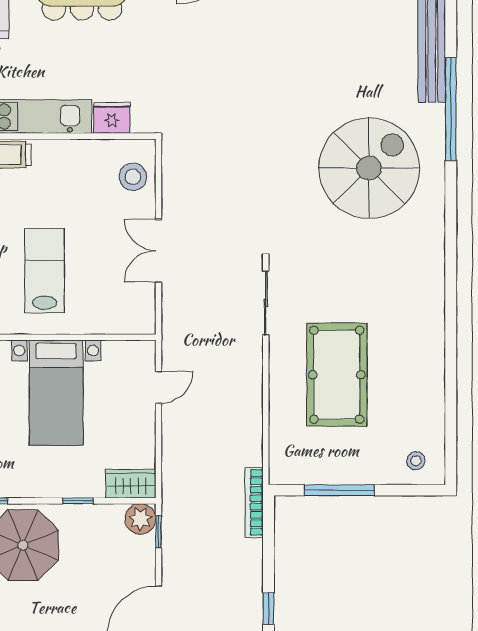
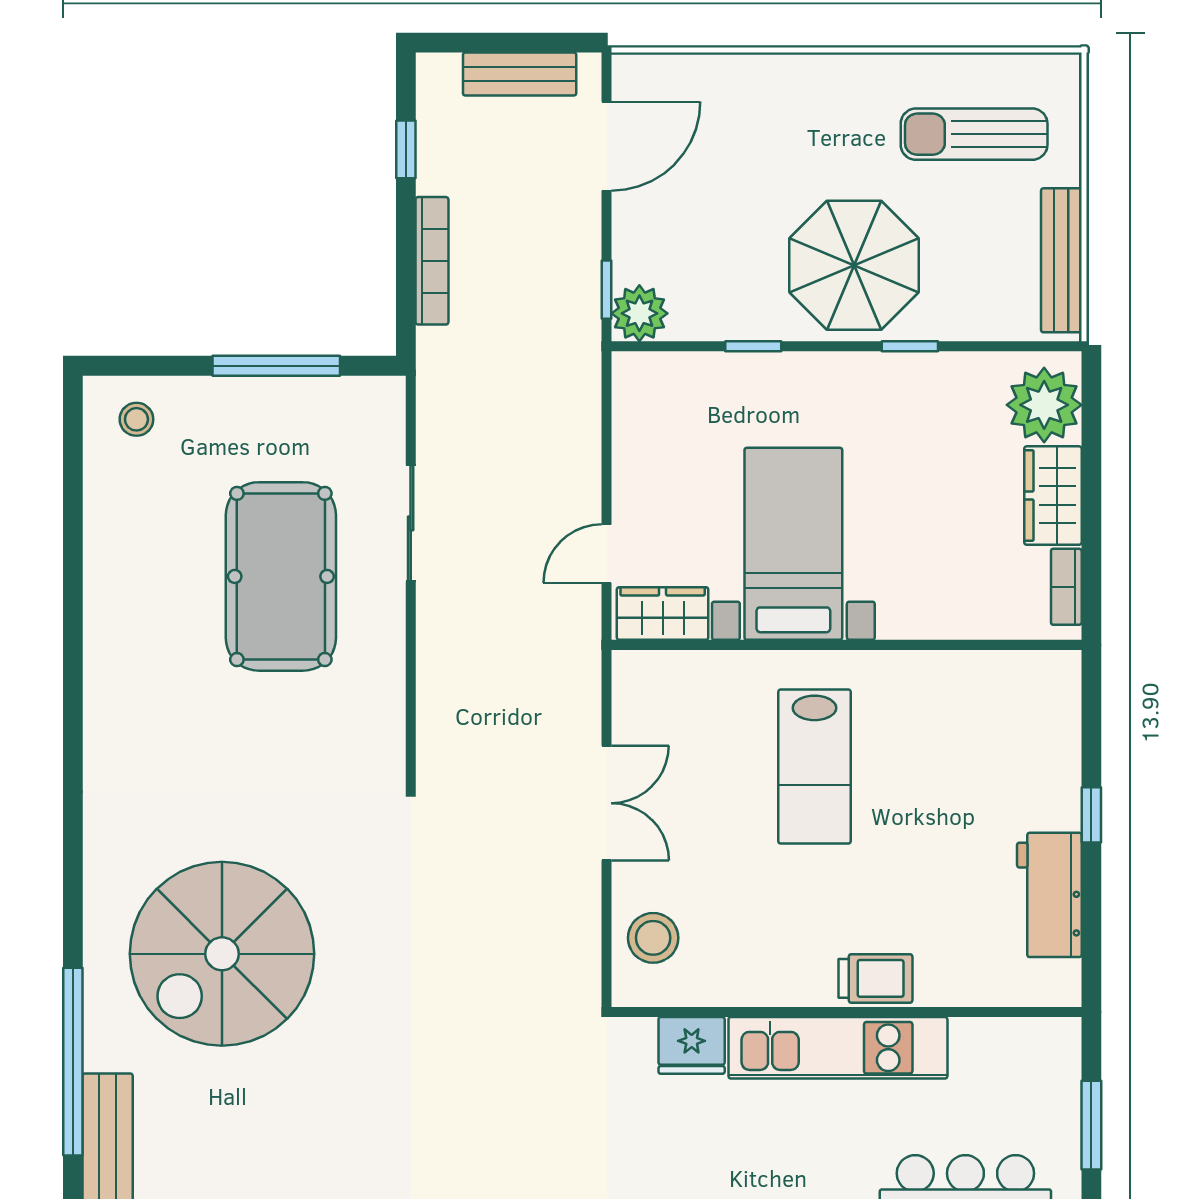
sliding door: (266, 303) -> (411, 523), moved
wardrobe: (131, 484) -> (663, 614), moved, turned 180
bookcase: (254, 502) -> (432, 261), moved

